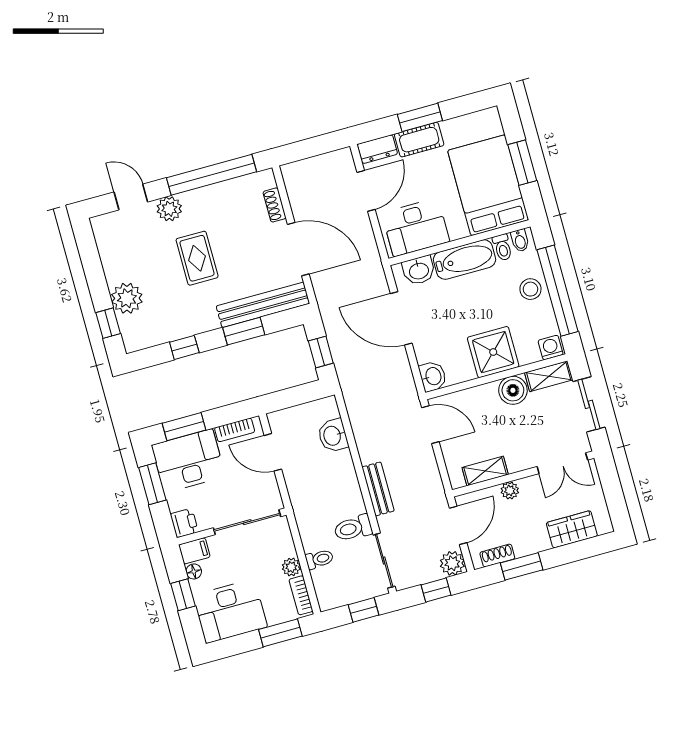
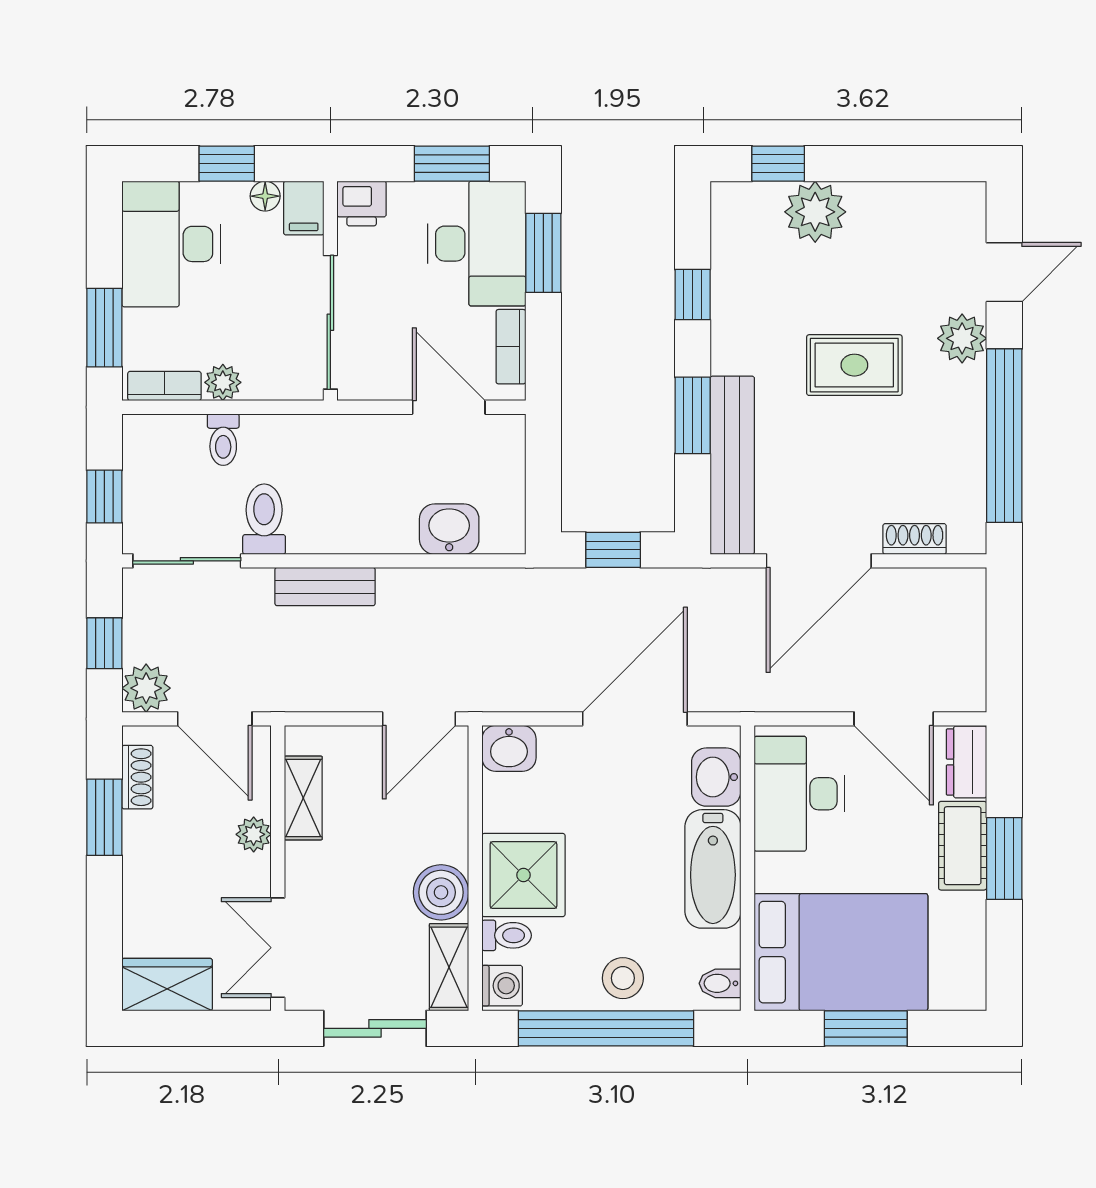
toilet: (502, 247) -> (507, 935), moved, turned 180
door: (273, 452) -> (449, 407), hinge flipped
wardrobe: (572, 529) -> (167, 985), moved, turned -90

